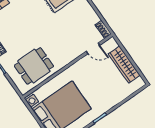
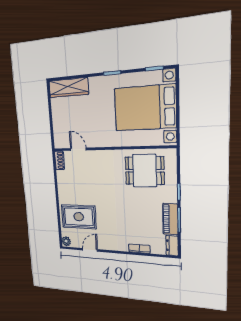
wardrobe: (124, 65) -> (68, 88), moved, turned 90

